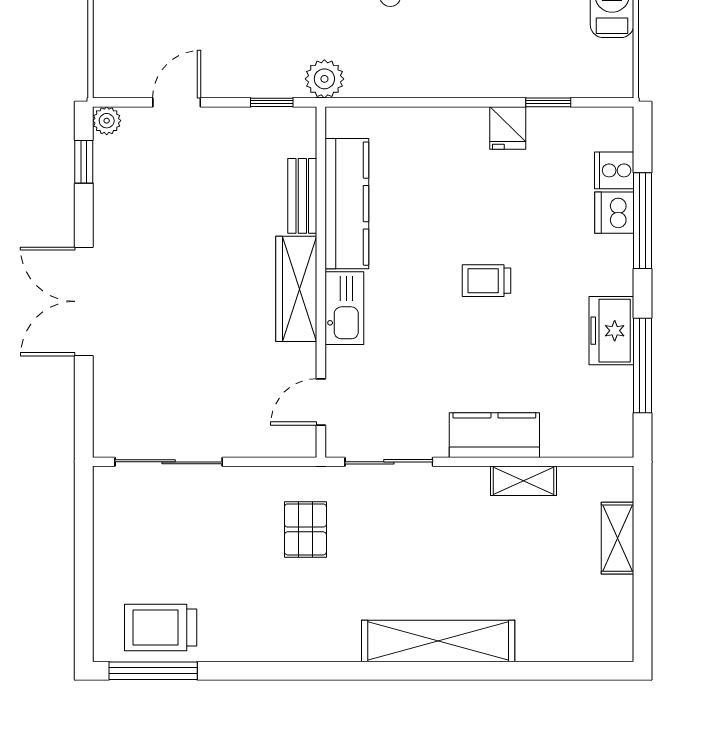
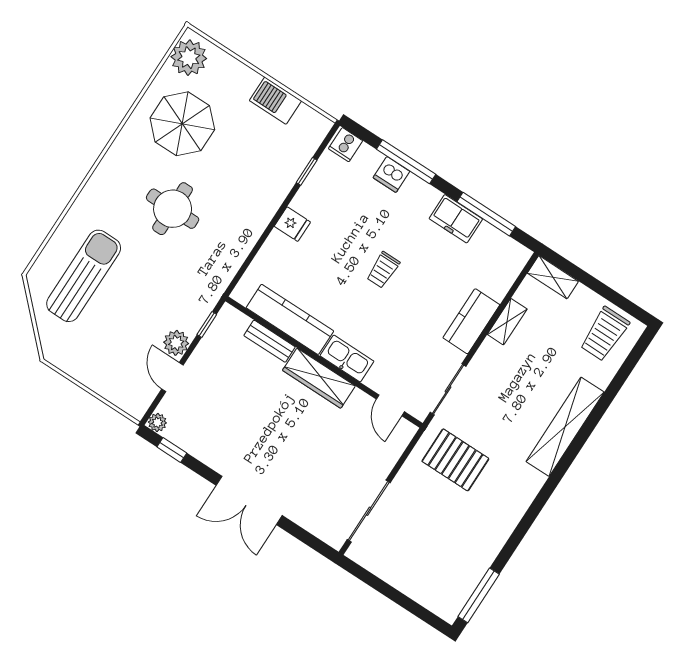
plant: (324, 79) -> (176, 343), moved
fridge: (508, 128) -> (292, 224), moved
cooker: (614, 170) -> (346, 145), moved
pallet: (305, 529) -> (455, 460), width x1.50, depth x1.42
shelving: (618, 538) -> (553, 277), moved
trolley: (161, 628) -> (605, 334), moved

